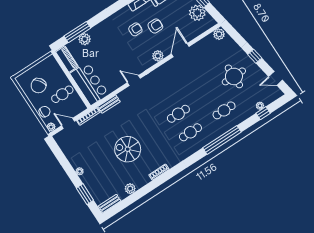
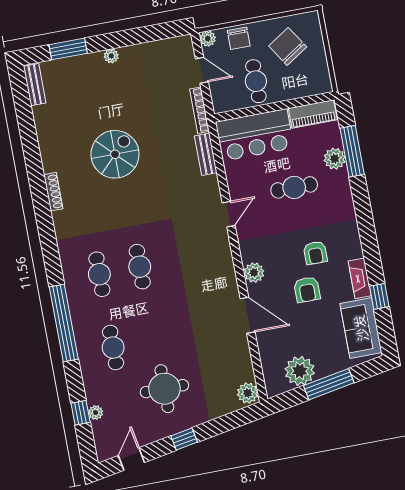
cafe table: (107, 53) -> (294, 187), added
door: (68, 123) -> (202, 70), hinge flipped
plant: (130, 189) -> (45, 131), removed

